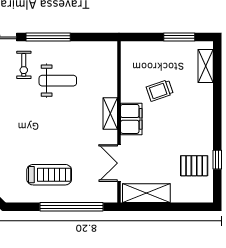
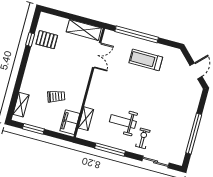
window: (48, 37) -> (110, 150), moved
shelving: (110, 114) -> (86, 119), moved
filing cabinet: (131, 119) -> (70, 122), moved

